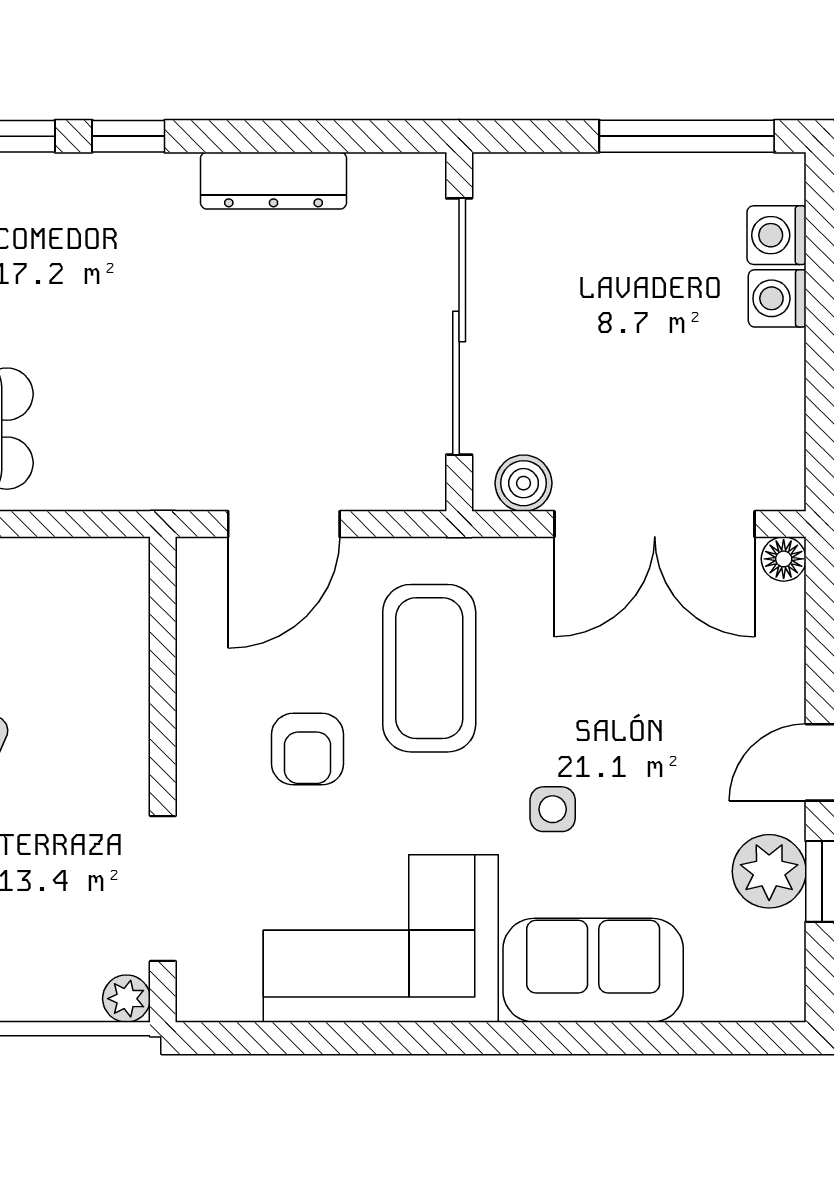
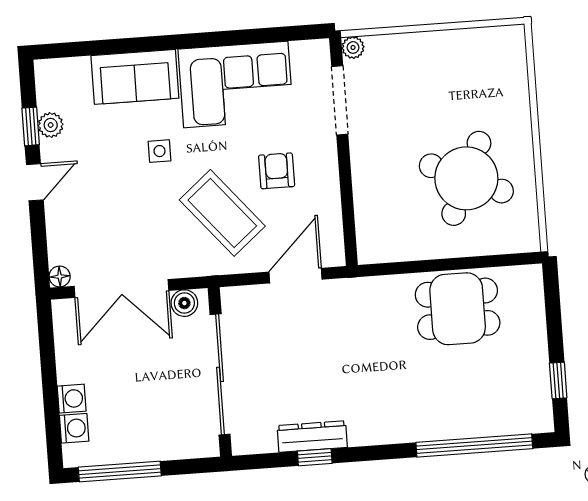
window: (128, 136) -> (315, 457), moved
double door: (655, 524) -> (121, 288), swing flipped
coffee table: (429, 668) -> (222, 213), turned -40
plant: (769, 871) -> (51, 125), width x0.73, depth x0.73

